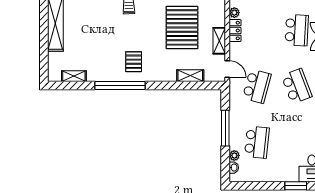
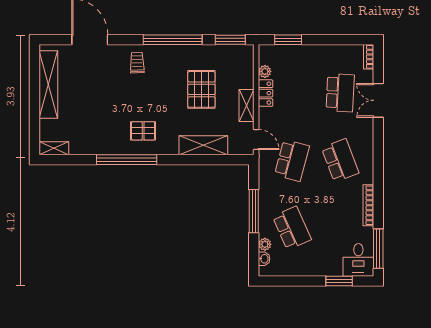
pallet: (182, 27) -> (201, 89), width x0.73, depth x0.71
pallet: (134, 62) -> (143, 131), turned 90
shelving: (74, 76) -> (54, 148), moved
shelving: (190, 76) -> (203, 145), width x1.50, depth x1.33
school desk: (257, 142) -> (292, 228), turned -30

